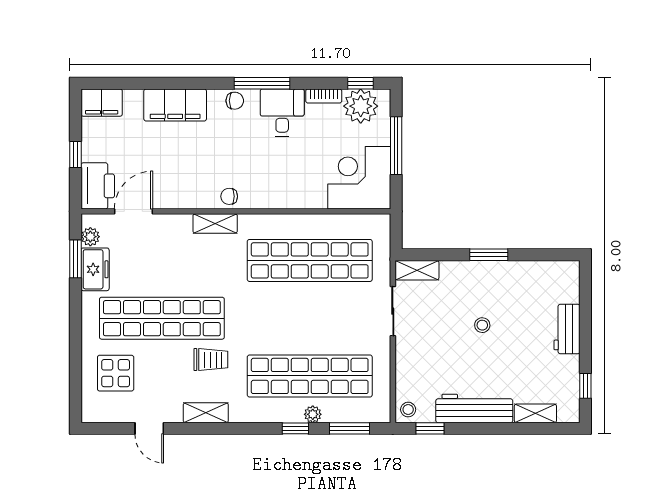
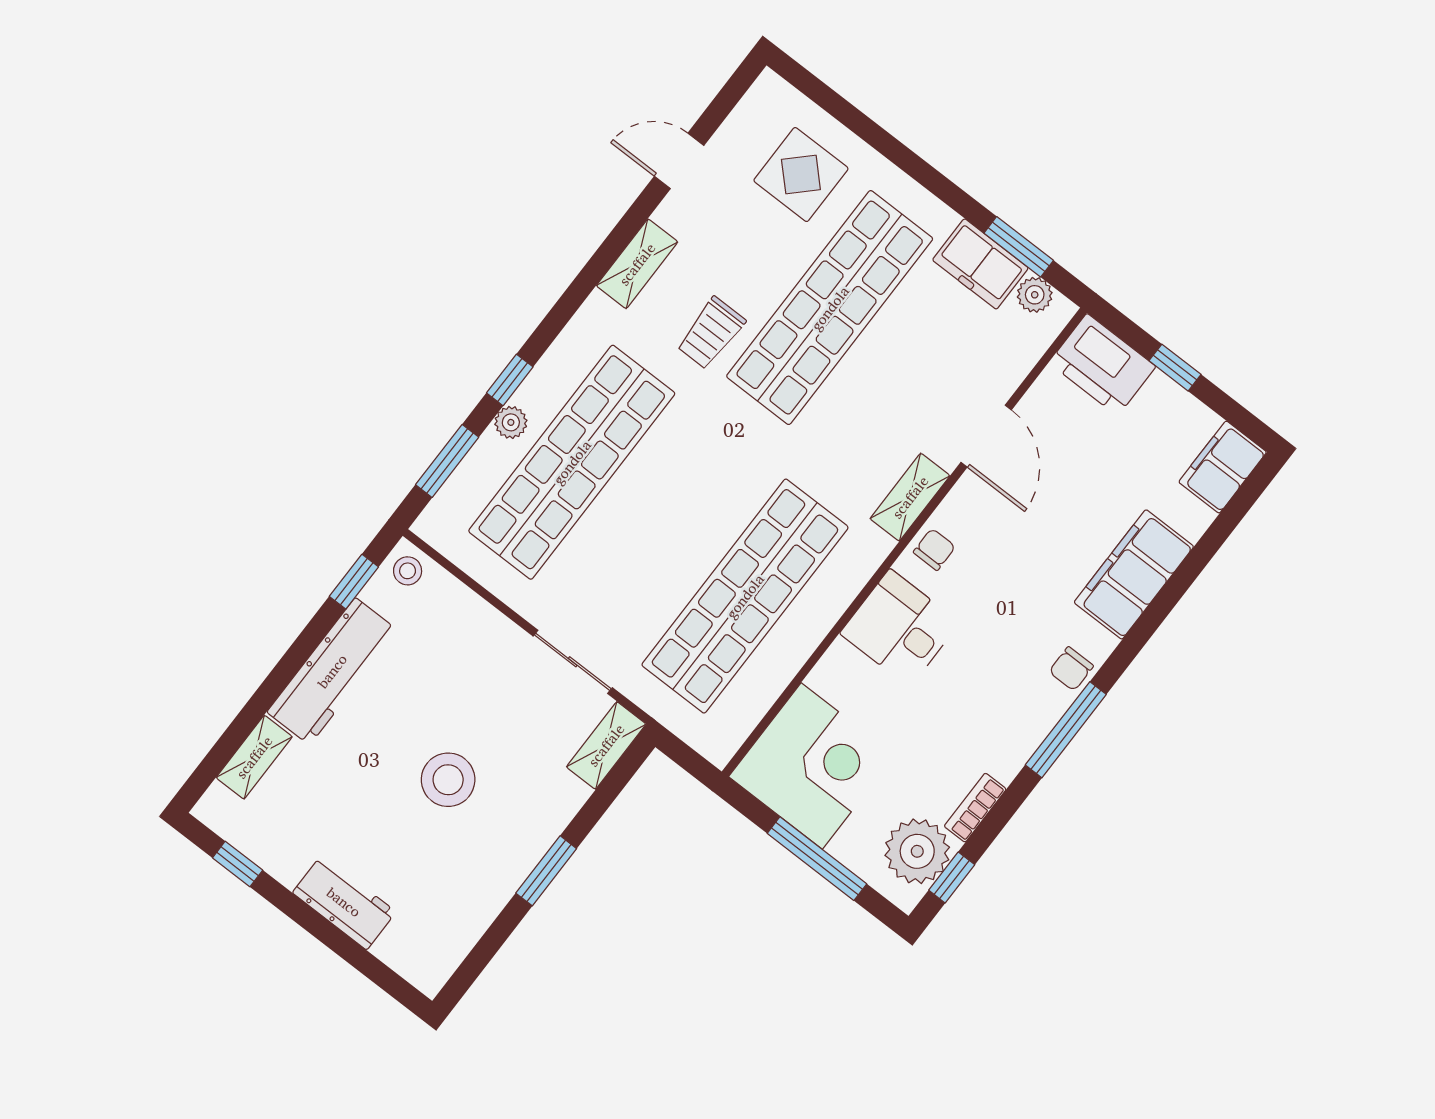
desk: (282, 112) -> (900, 628), moved, turned 180
door: (134, 211) -> (986, 436), moved
stool: (482, 325) -> (448, 780), width x1.89, depth x1.89

